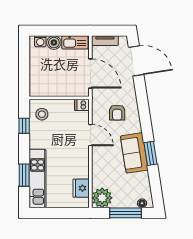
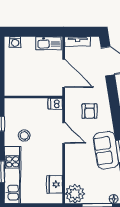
boiler: (54, 43) -> (28, 43), removed
stool: (42, 114) -> (24, 136), moved

